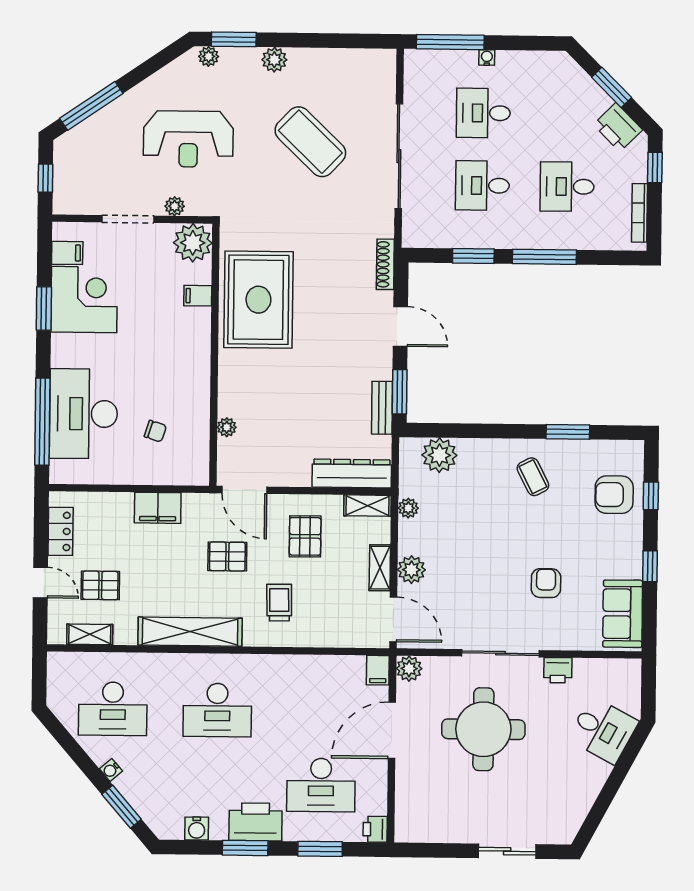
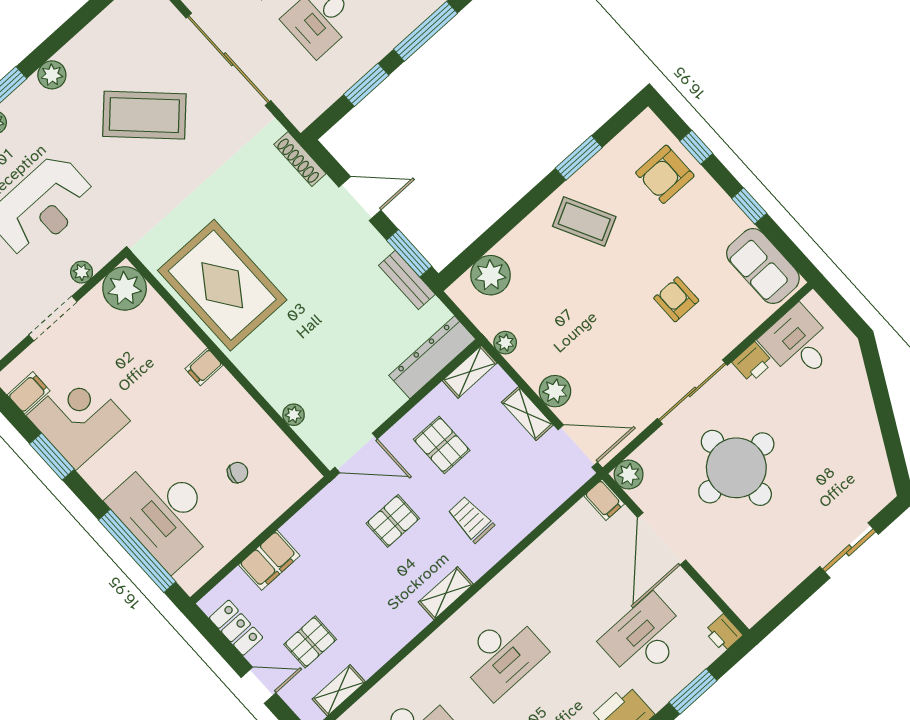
filing cabinet: (198, 296) -> (204, 367), moved
coffee table: (533, 477) -> (584, 222), width x1.36, depth x1.30
filing cabinet: (158, 508) -> (269, 560), moved
shelving: (190, 632) -> (446, 593), width x0.45, depth x0.75
desk: (603, 730) -> (799, 344), moved, turned -118
desk: (321, 785) -> (645, 638), turned 180

